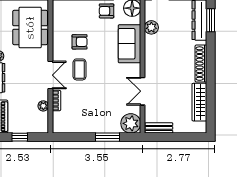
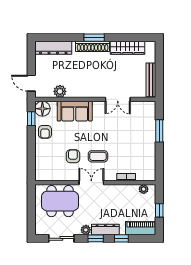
window: (211, 20) -> (94, 38), moved
double door: (50, 75) -> (91, 183), moved
plant: (43, 106) -> (144, 189), moved
plant: (131, 123) -> (147, 110), removed
bench: (159, 128) -> (151, 80), width x1.36

